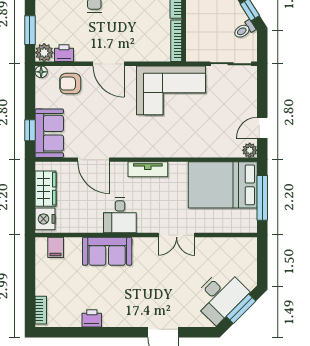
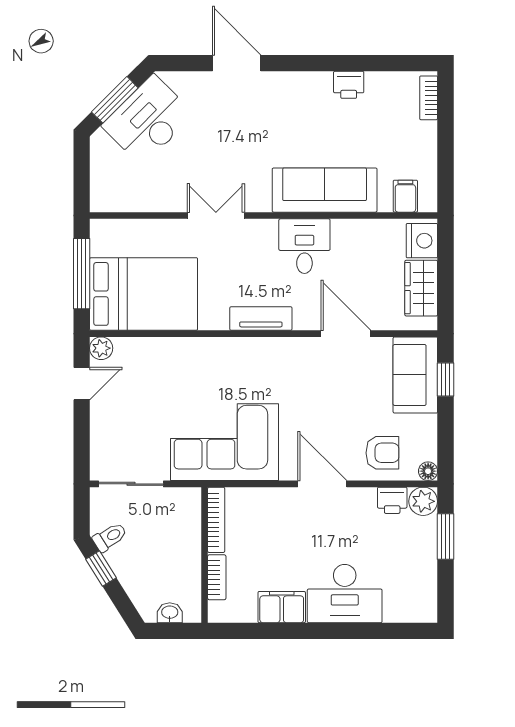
sofa: (107, 251) -> (325, 190), width x1.36

